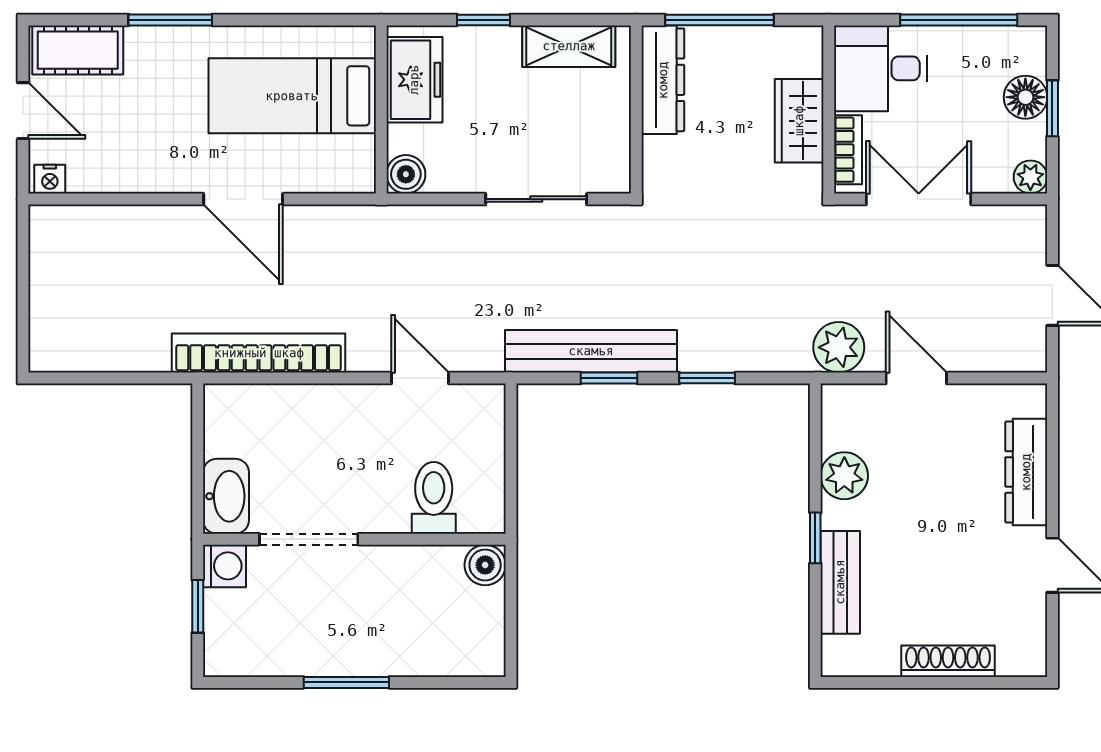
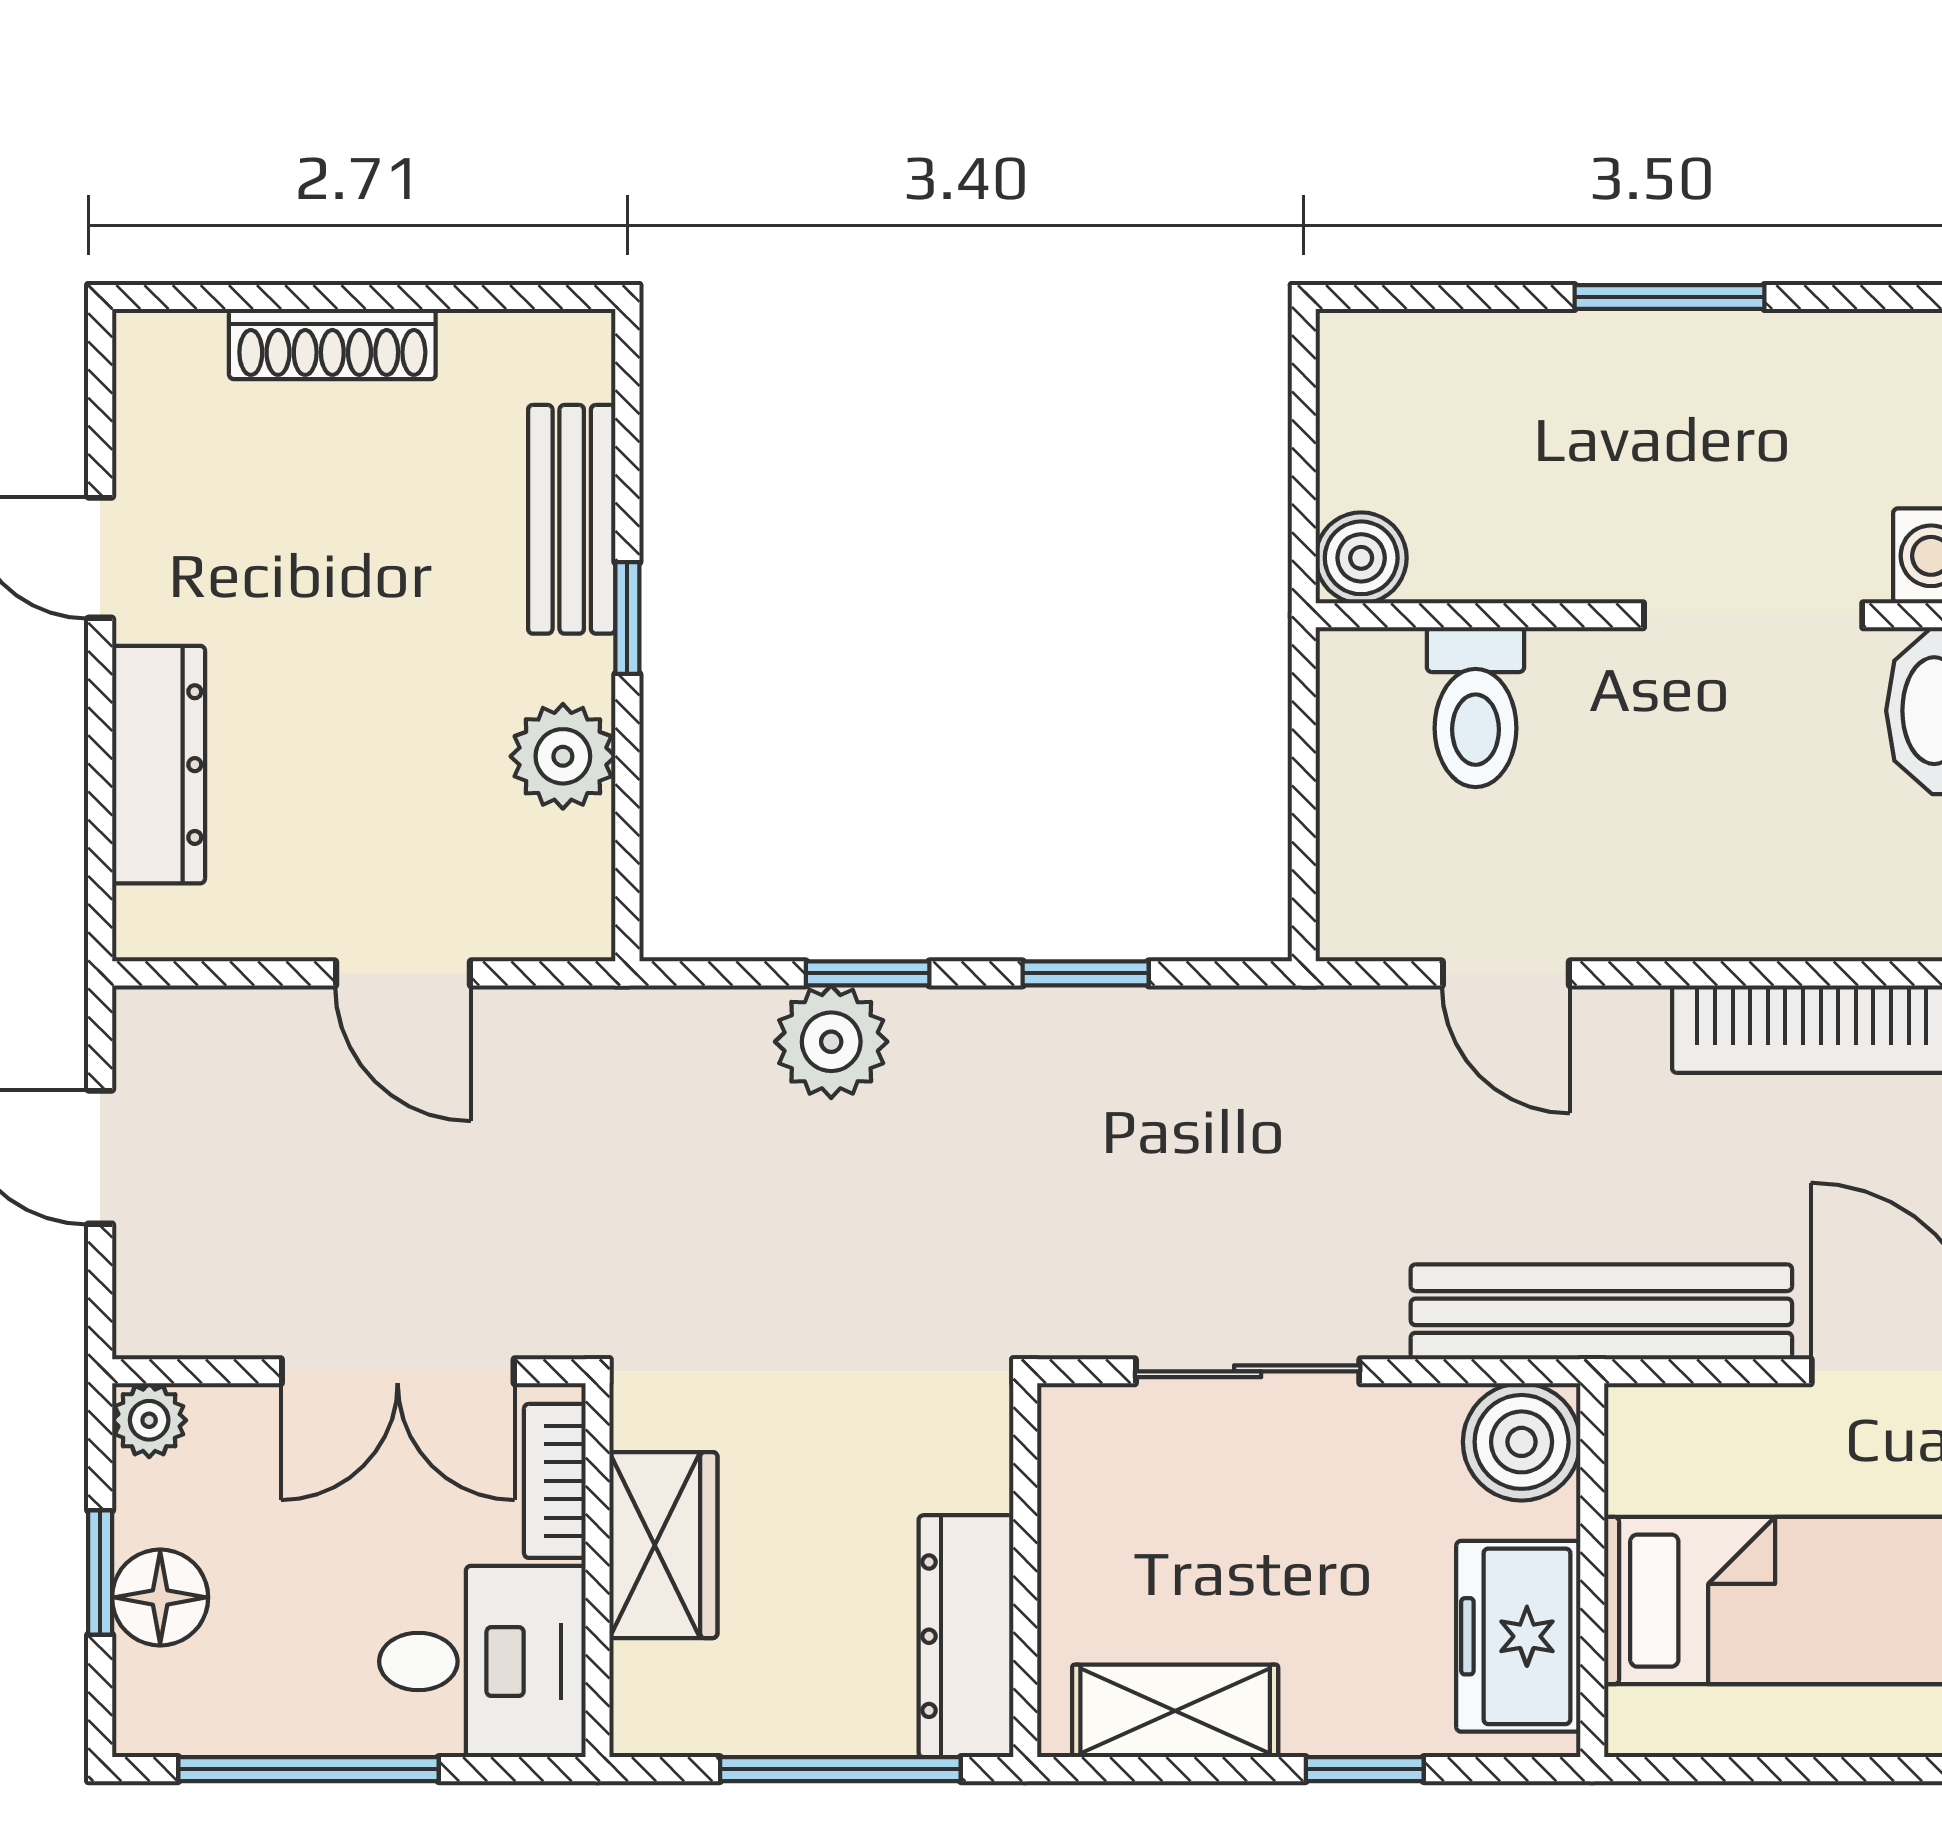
boiler: (406, 174) -> (1522, 1442), width x1.36, depth x1.36
plant: (839, 347) -> (831, 1042), moved
bench: (591, 351) -> (1601, 1312), moved

